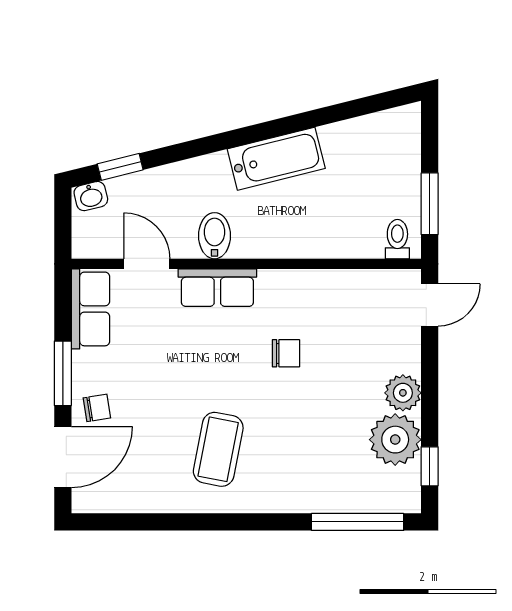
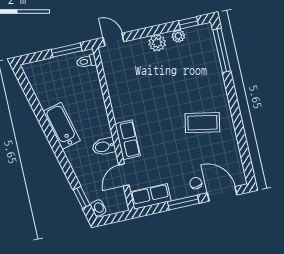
chair: (286, 353) -> (151, 101), removed
plant: (395, 440) -> (178, 36), width x0.53, depth x0.53

